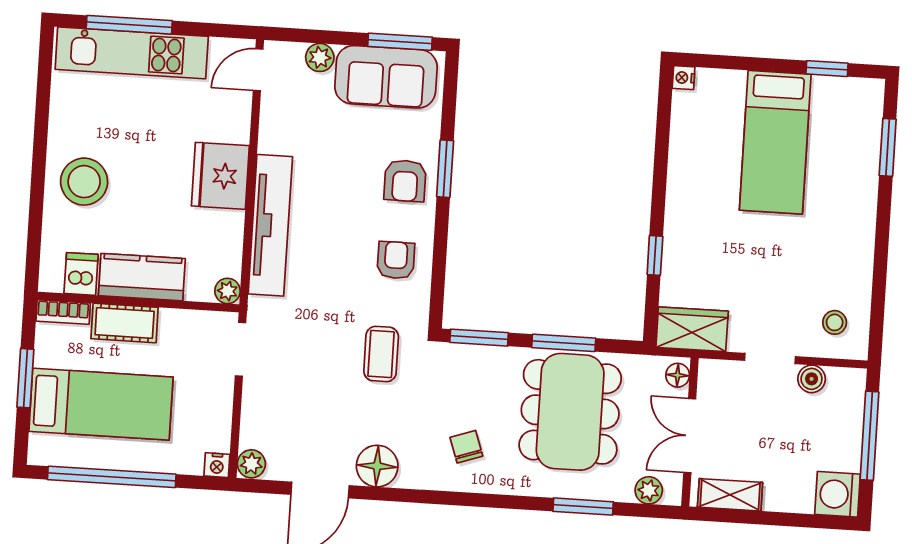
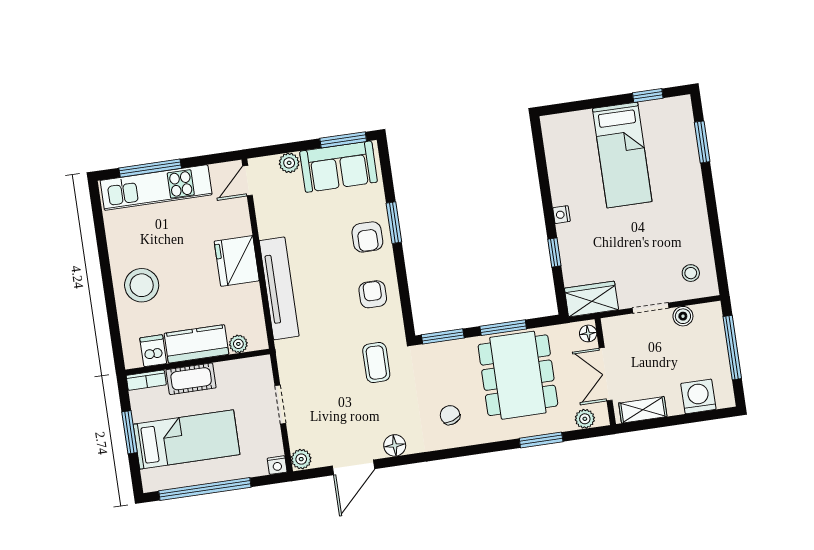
nightstand: (684, 78) -> (561, 215), moved
plant: (227, 291) -> (238, 344), moved
doorway: (241, 349) -> (280, 404), moved
floor lamp: (377, 466) -> (395, 445), width x0.73, depth x0.73
washing machine: (838, 494) -> (698, 396), moved, turned 90

